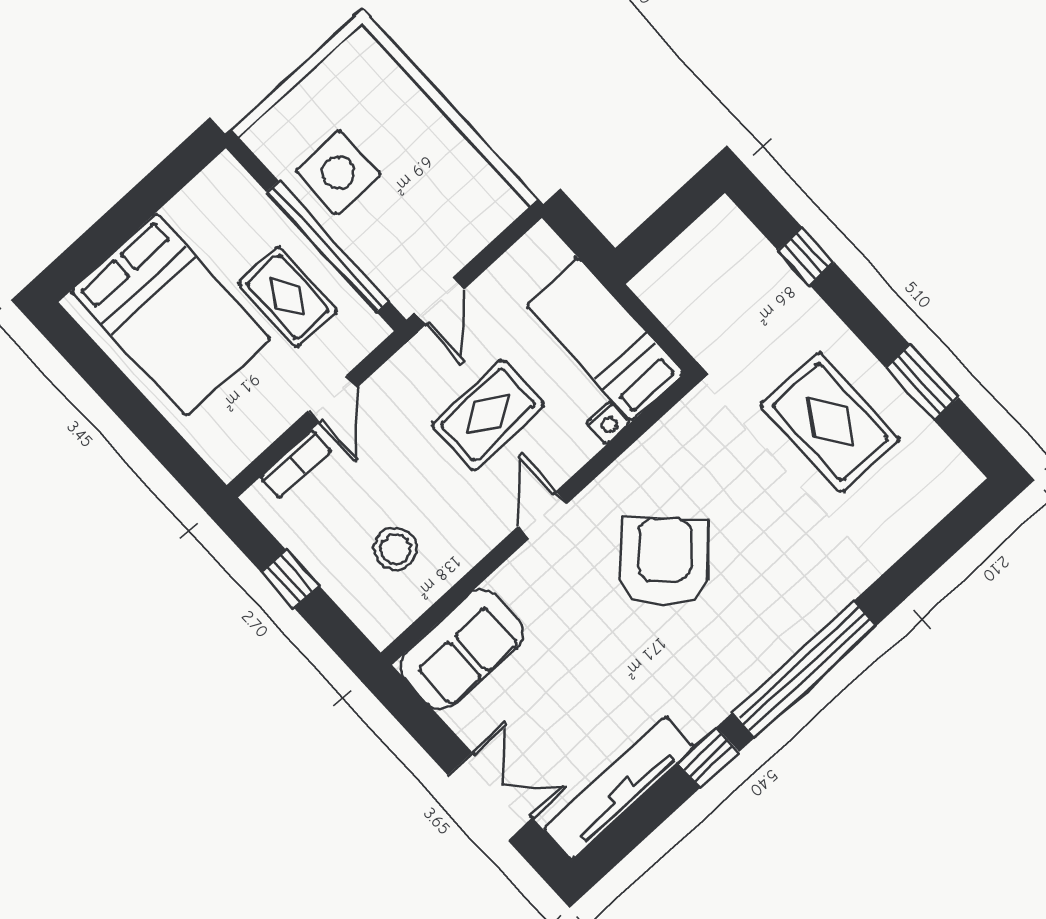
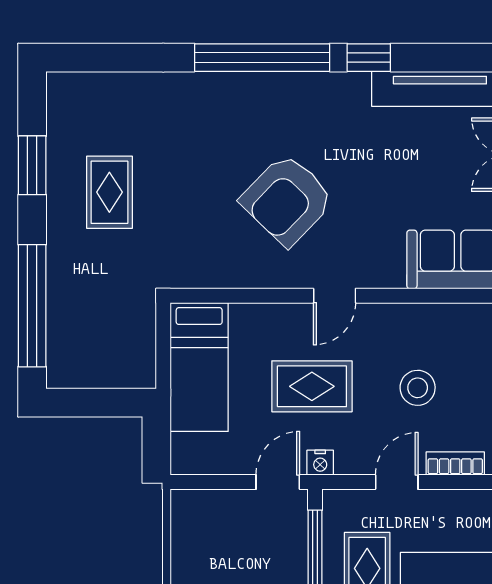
window: (806, 256) -> (32, 306), width x3.17
rug: (830, 422) -> (109, 192), width x0.73, depth x0.70
nightstand: (608, 423) -> (320, 463), moved, turned 180
stool: (395, 549) -> (418, 388), moved

